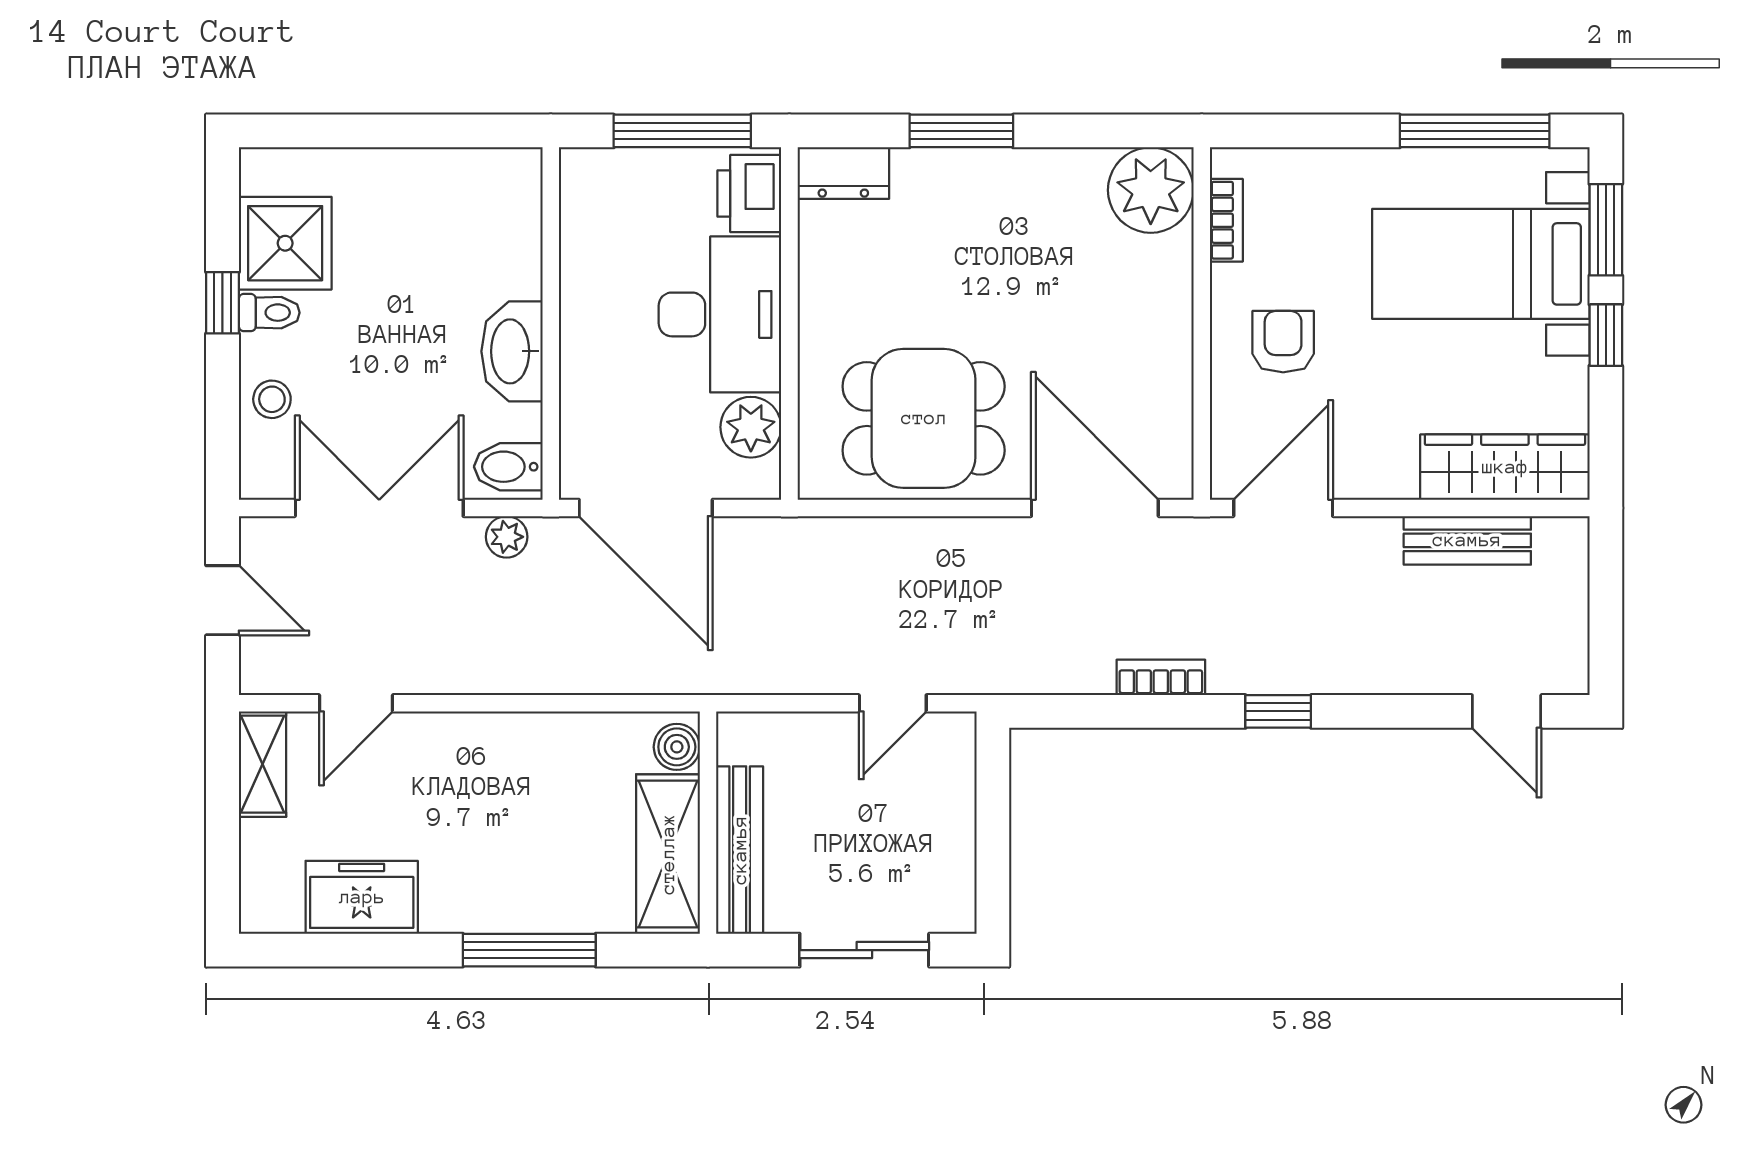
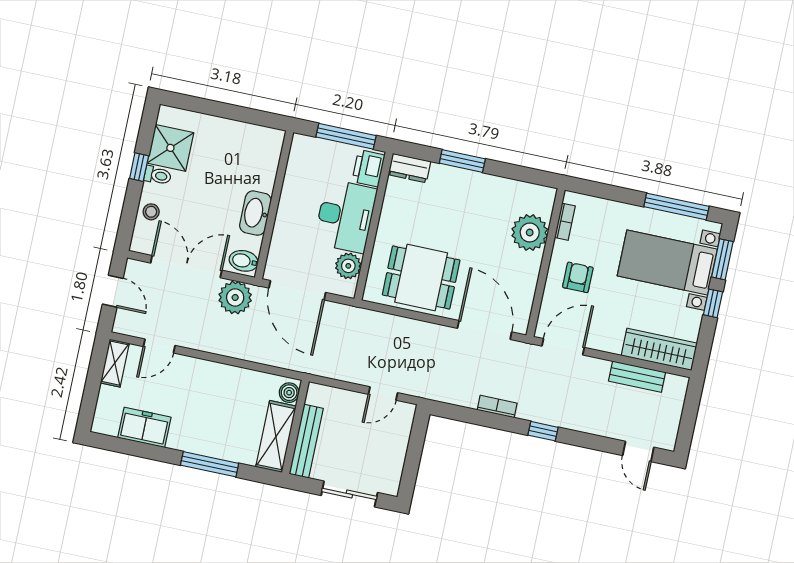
plant: (1151, 190) -> (530, 232), moved
plant: (507, 537) -> (235, 297), width x1.87, depth x1.87

